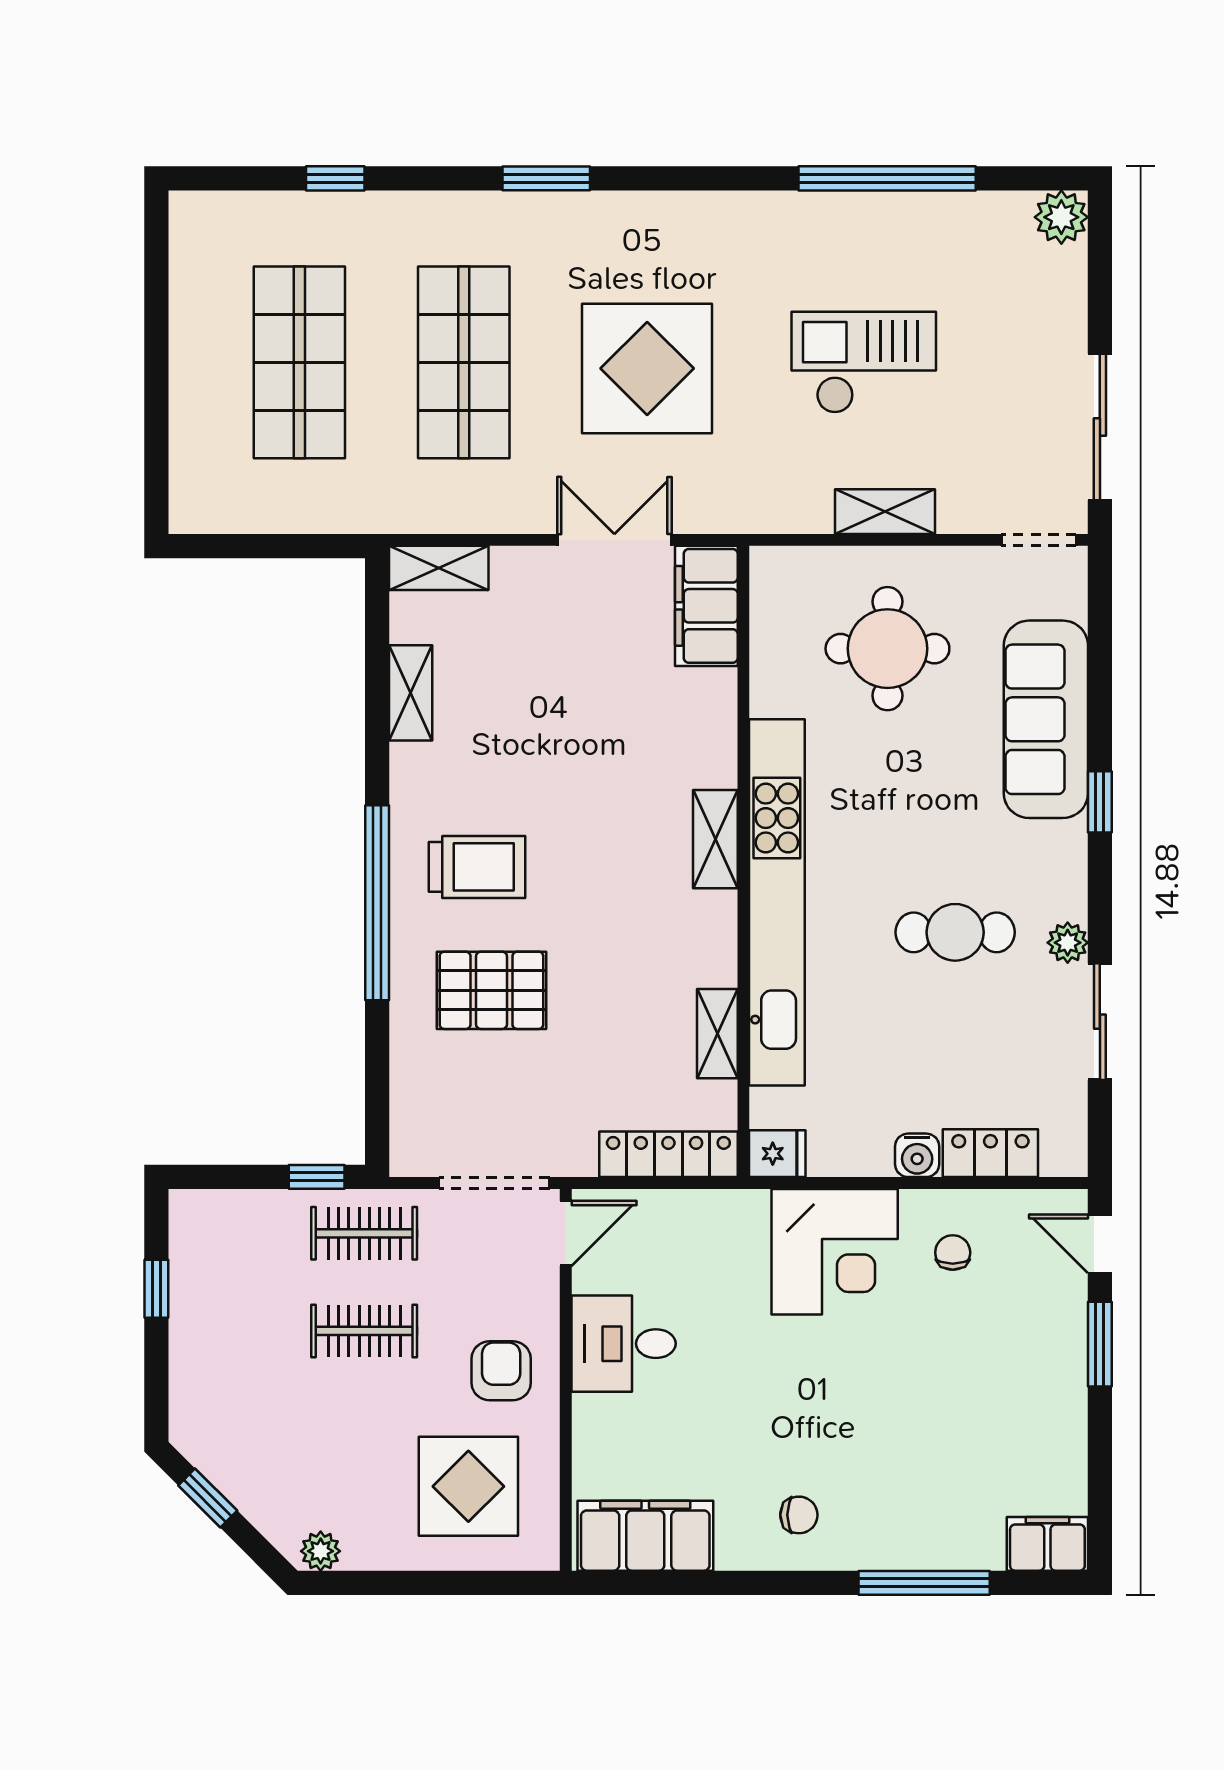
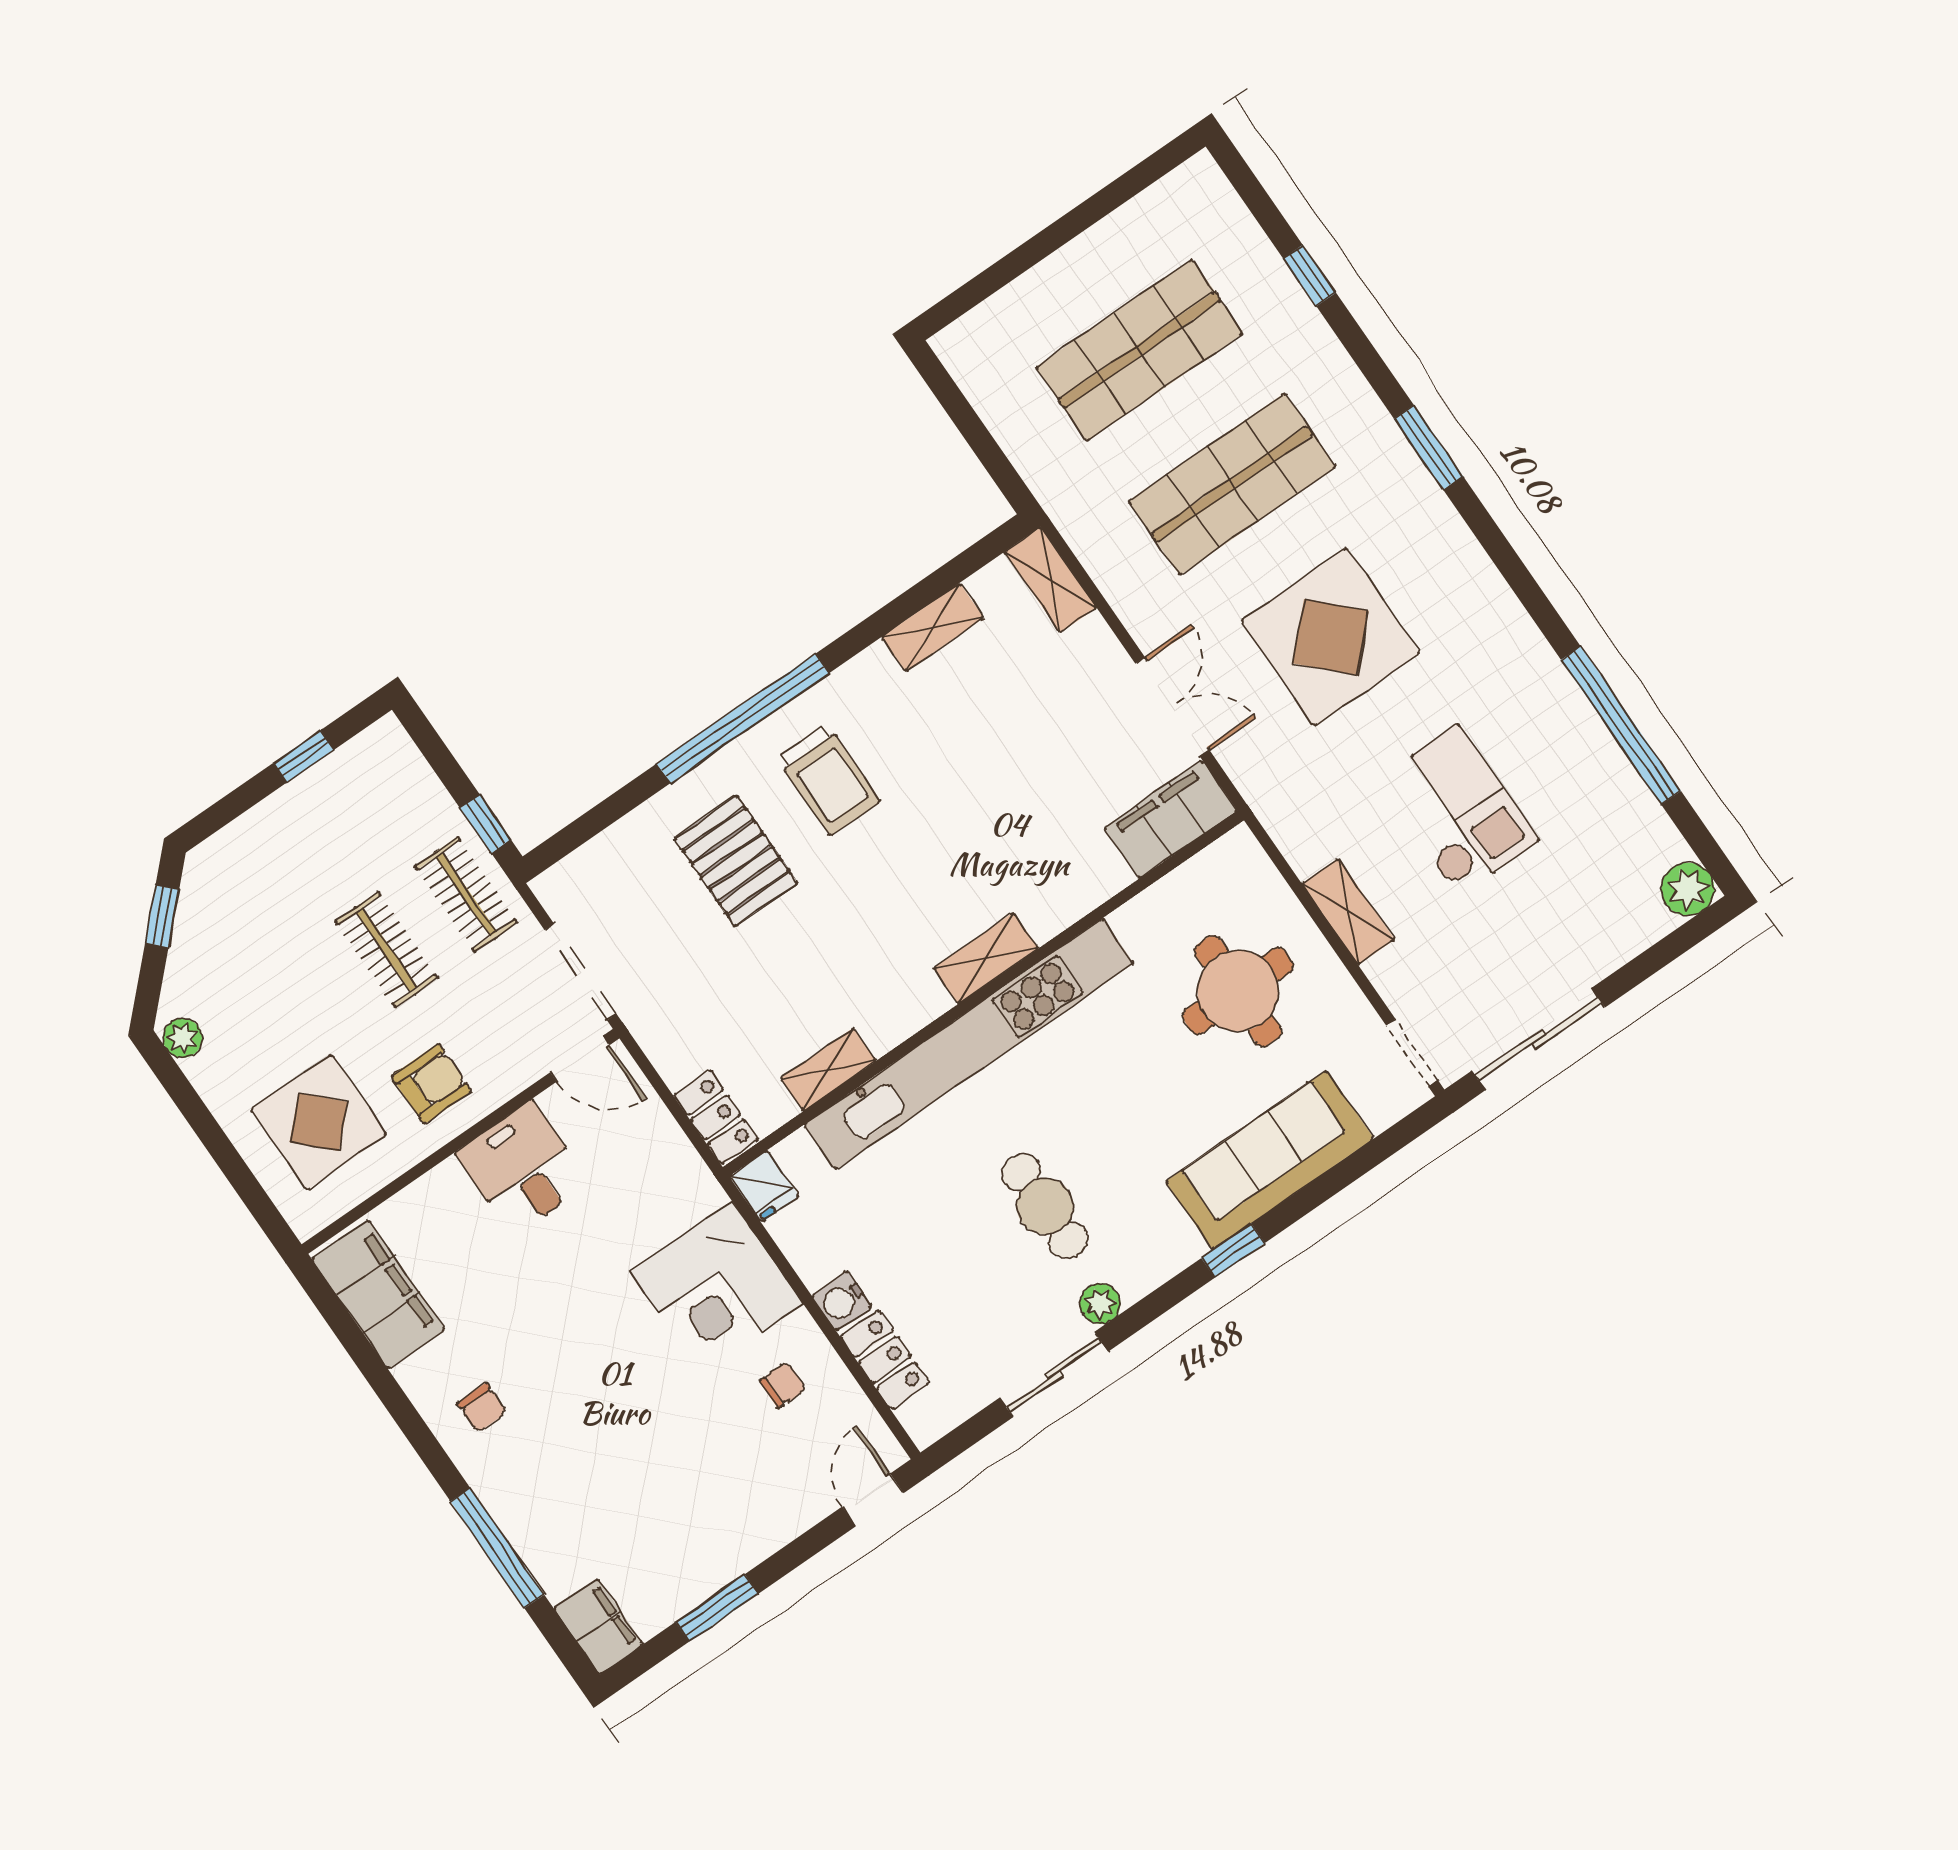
locker: (668, 1154) -> (716, 1117), width x0.66
window: (1100, 1344) -> (717, 1608), moved

